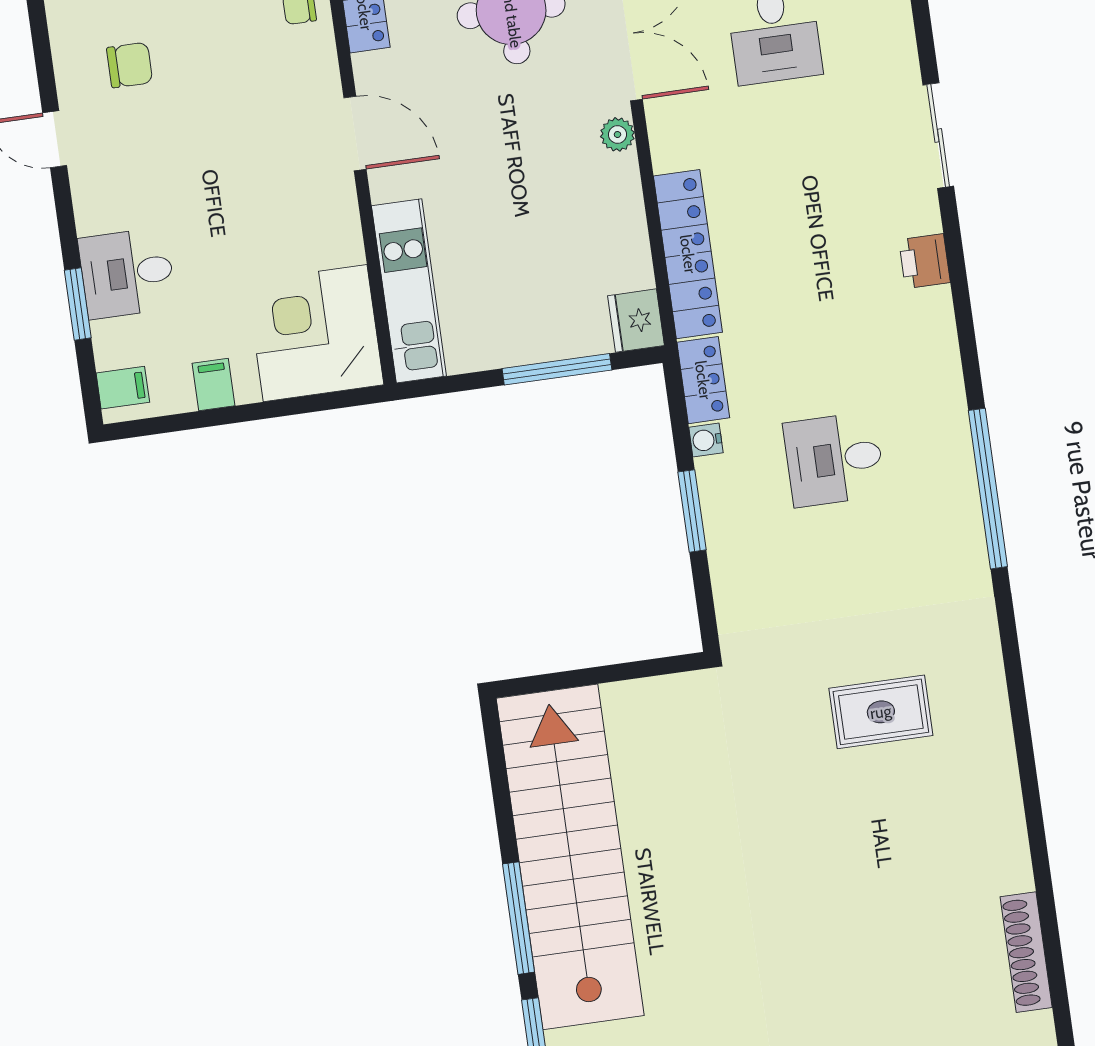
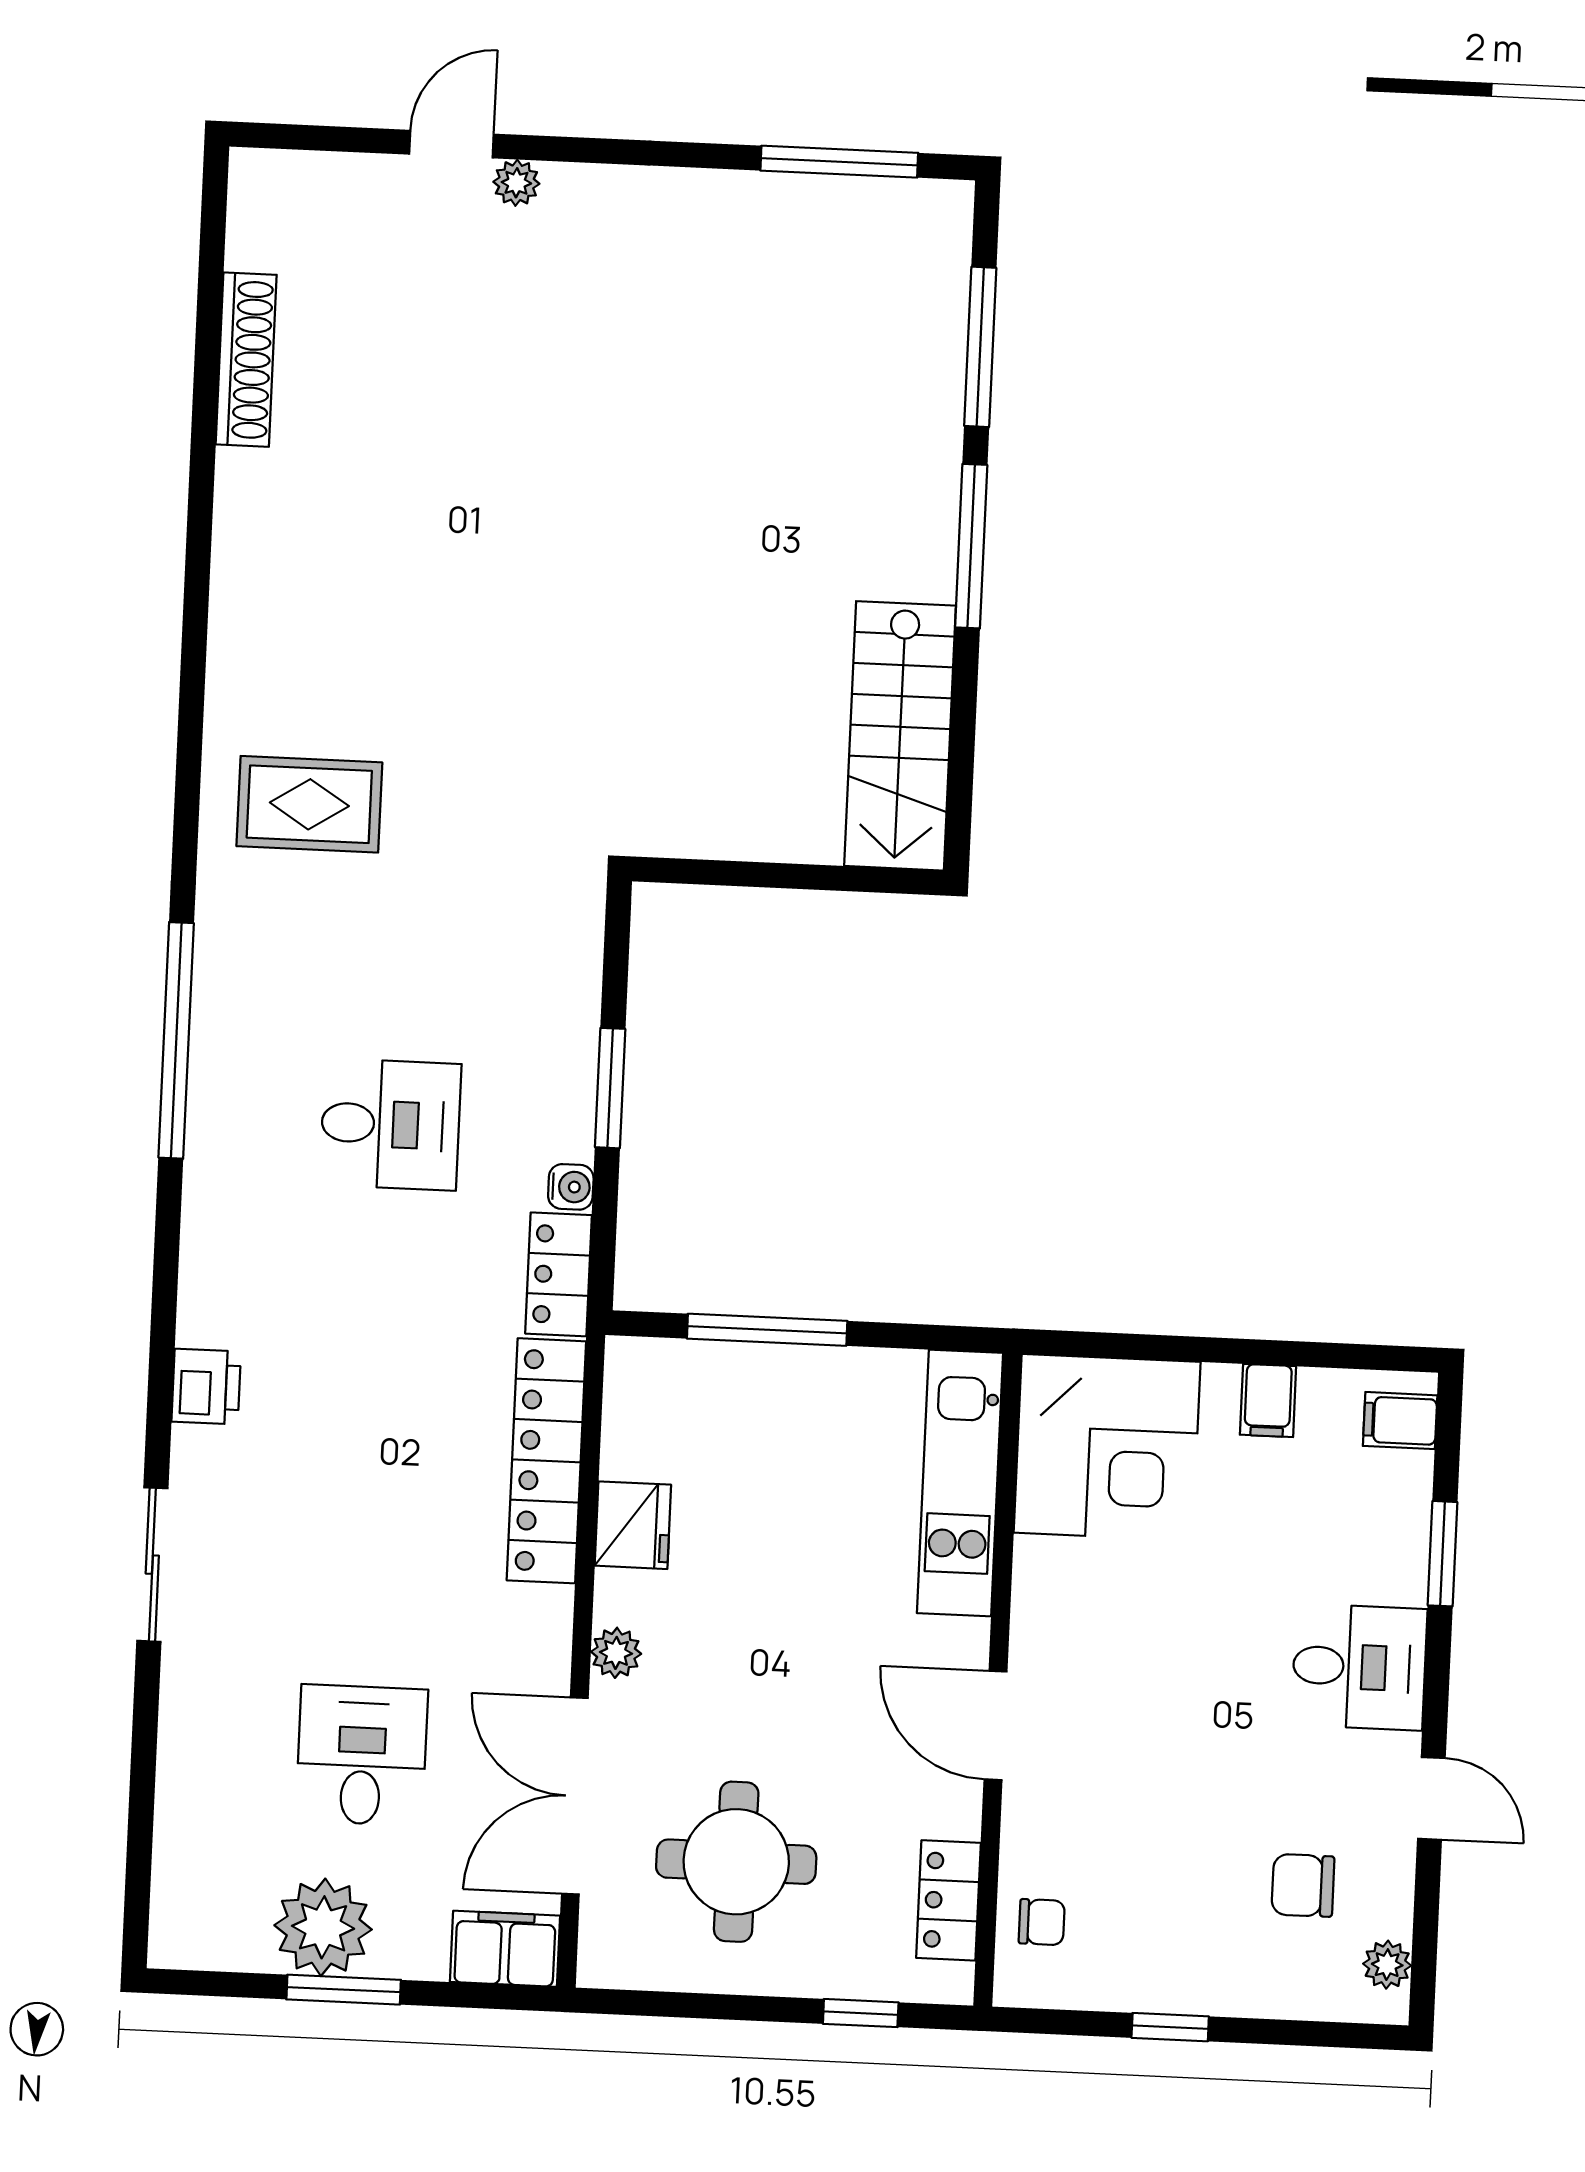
plant: (63, 23) -> (1387, 1965), added
desk: (127, 273) -> (1359, 1667), moved
fridge: (636, 321) -> (633, 1525), moved
rug: (881, 712) -> (309, 804), moved
stairs: (570, 857) -> (900, 736), width x0.54, depth x0.66

